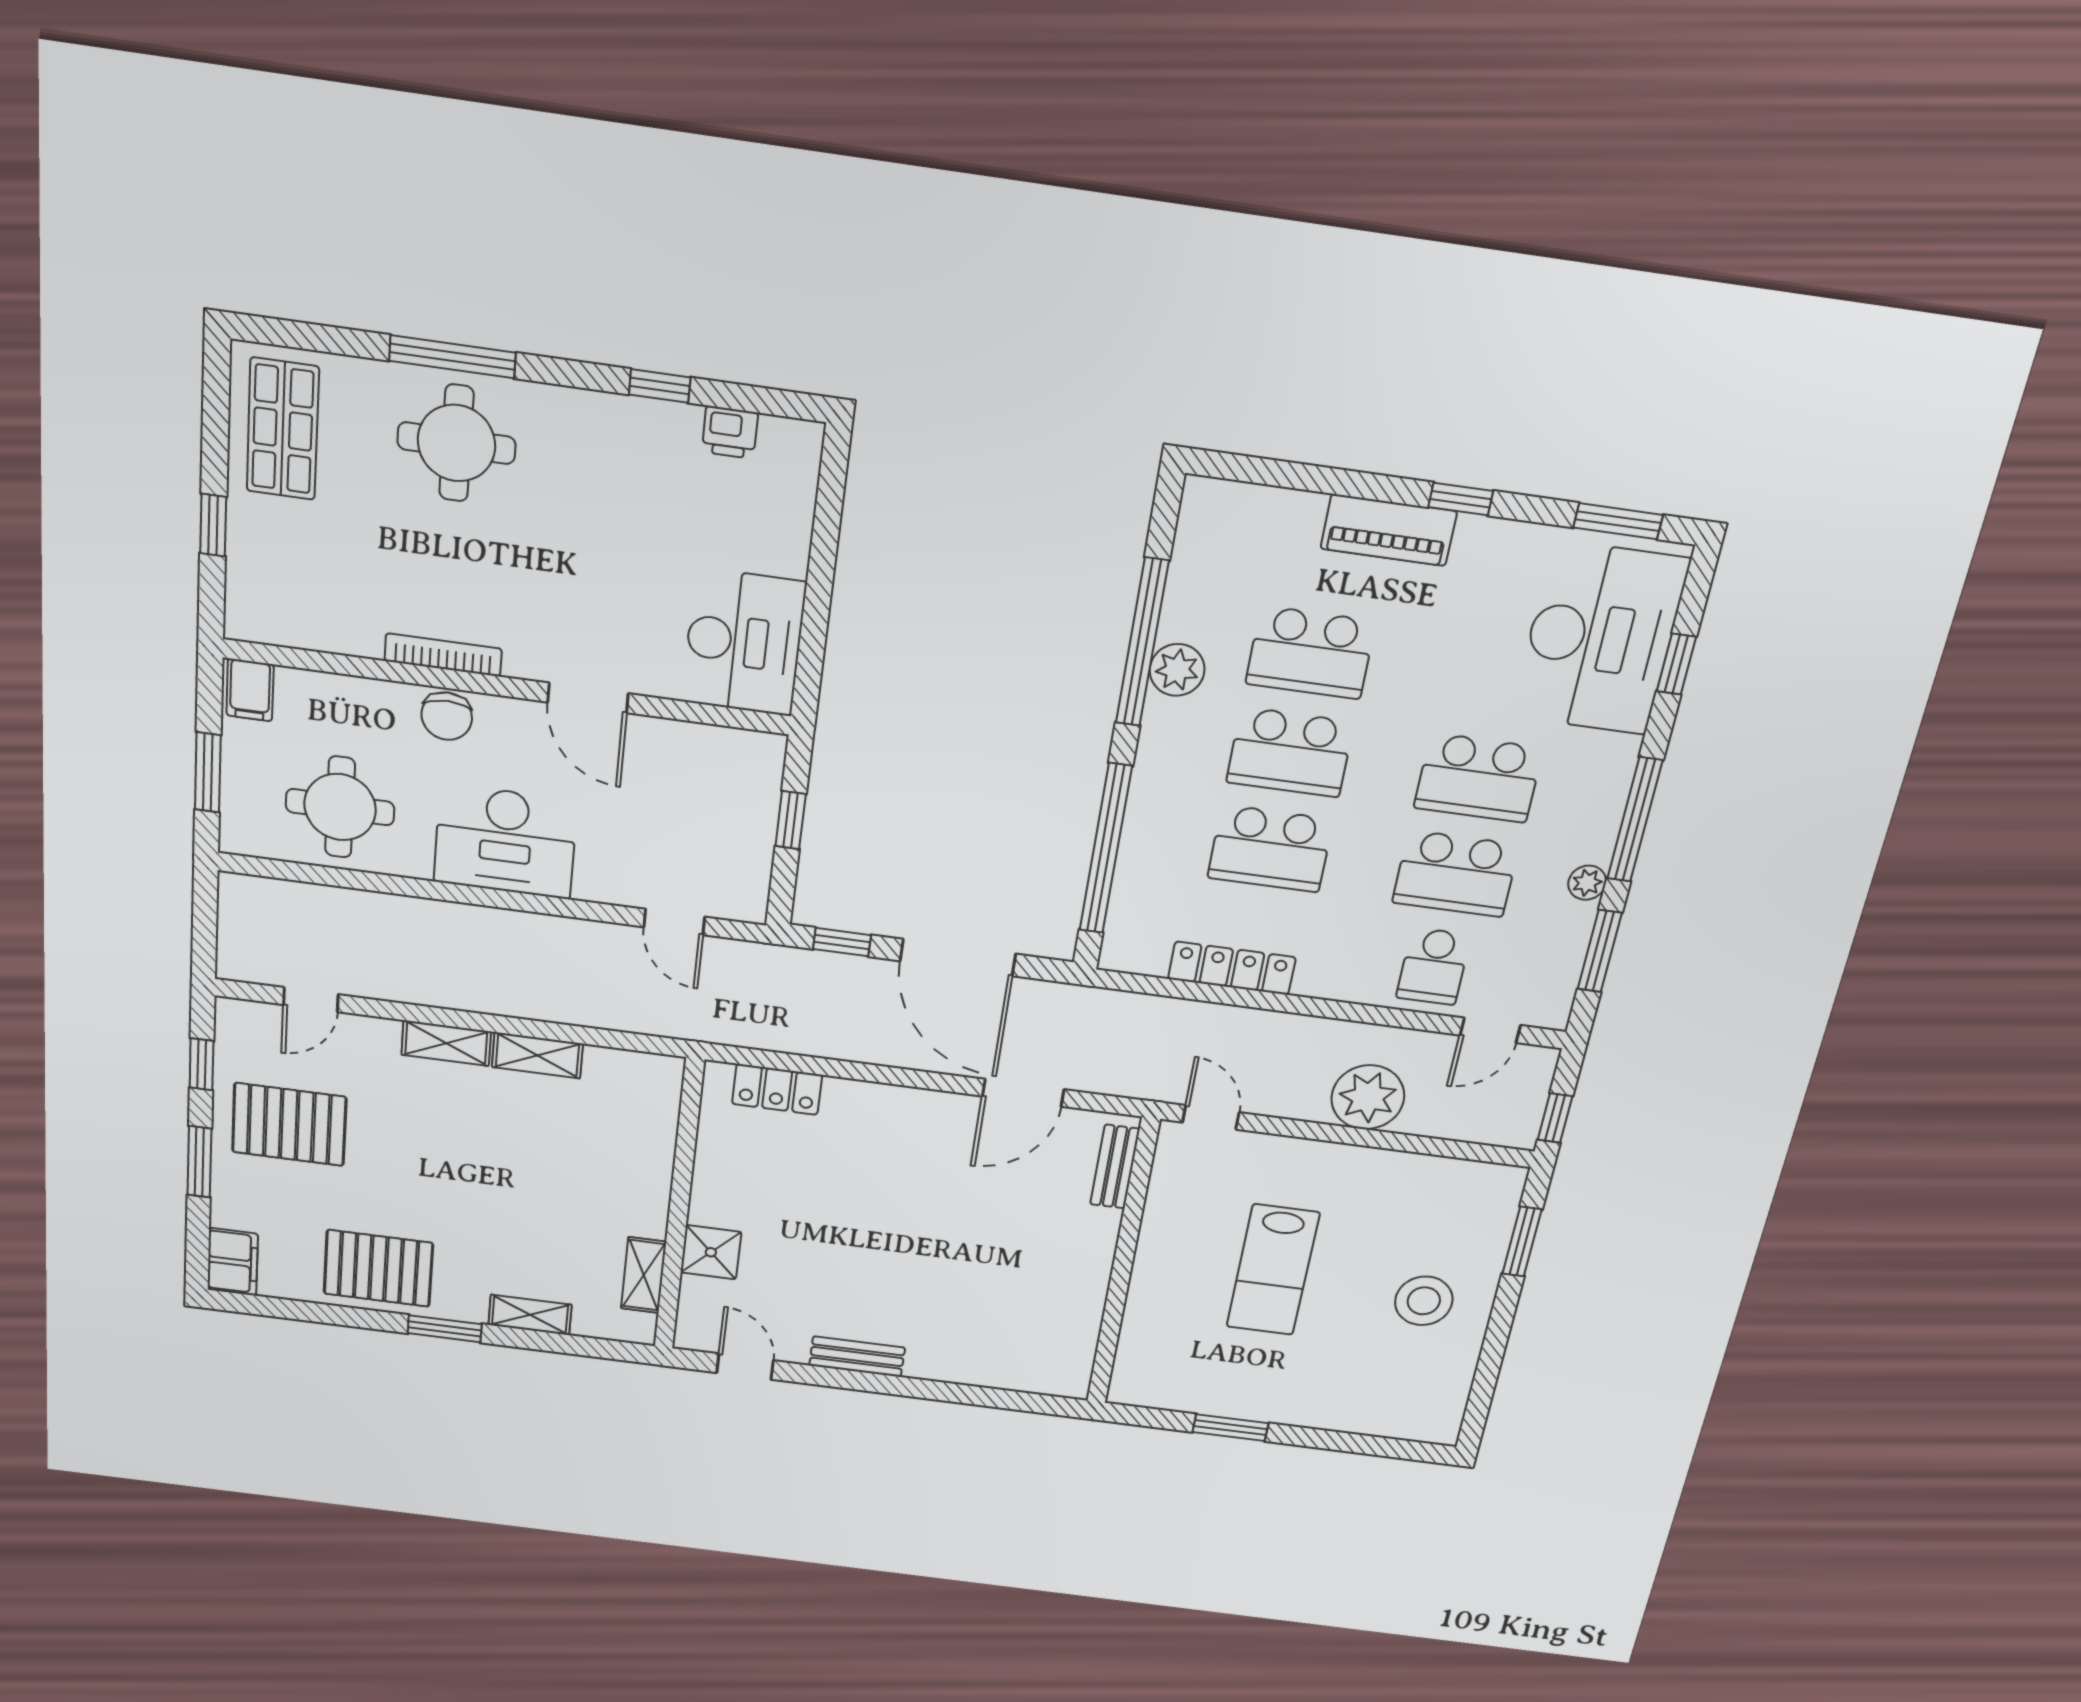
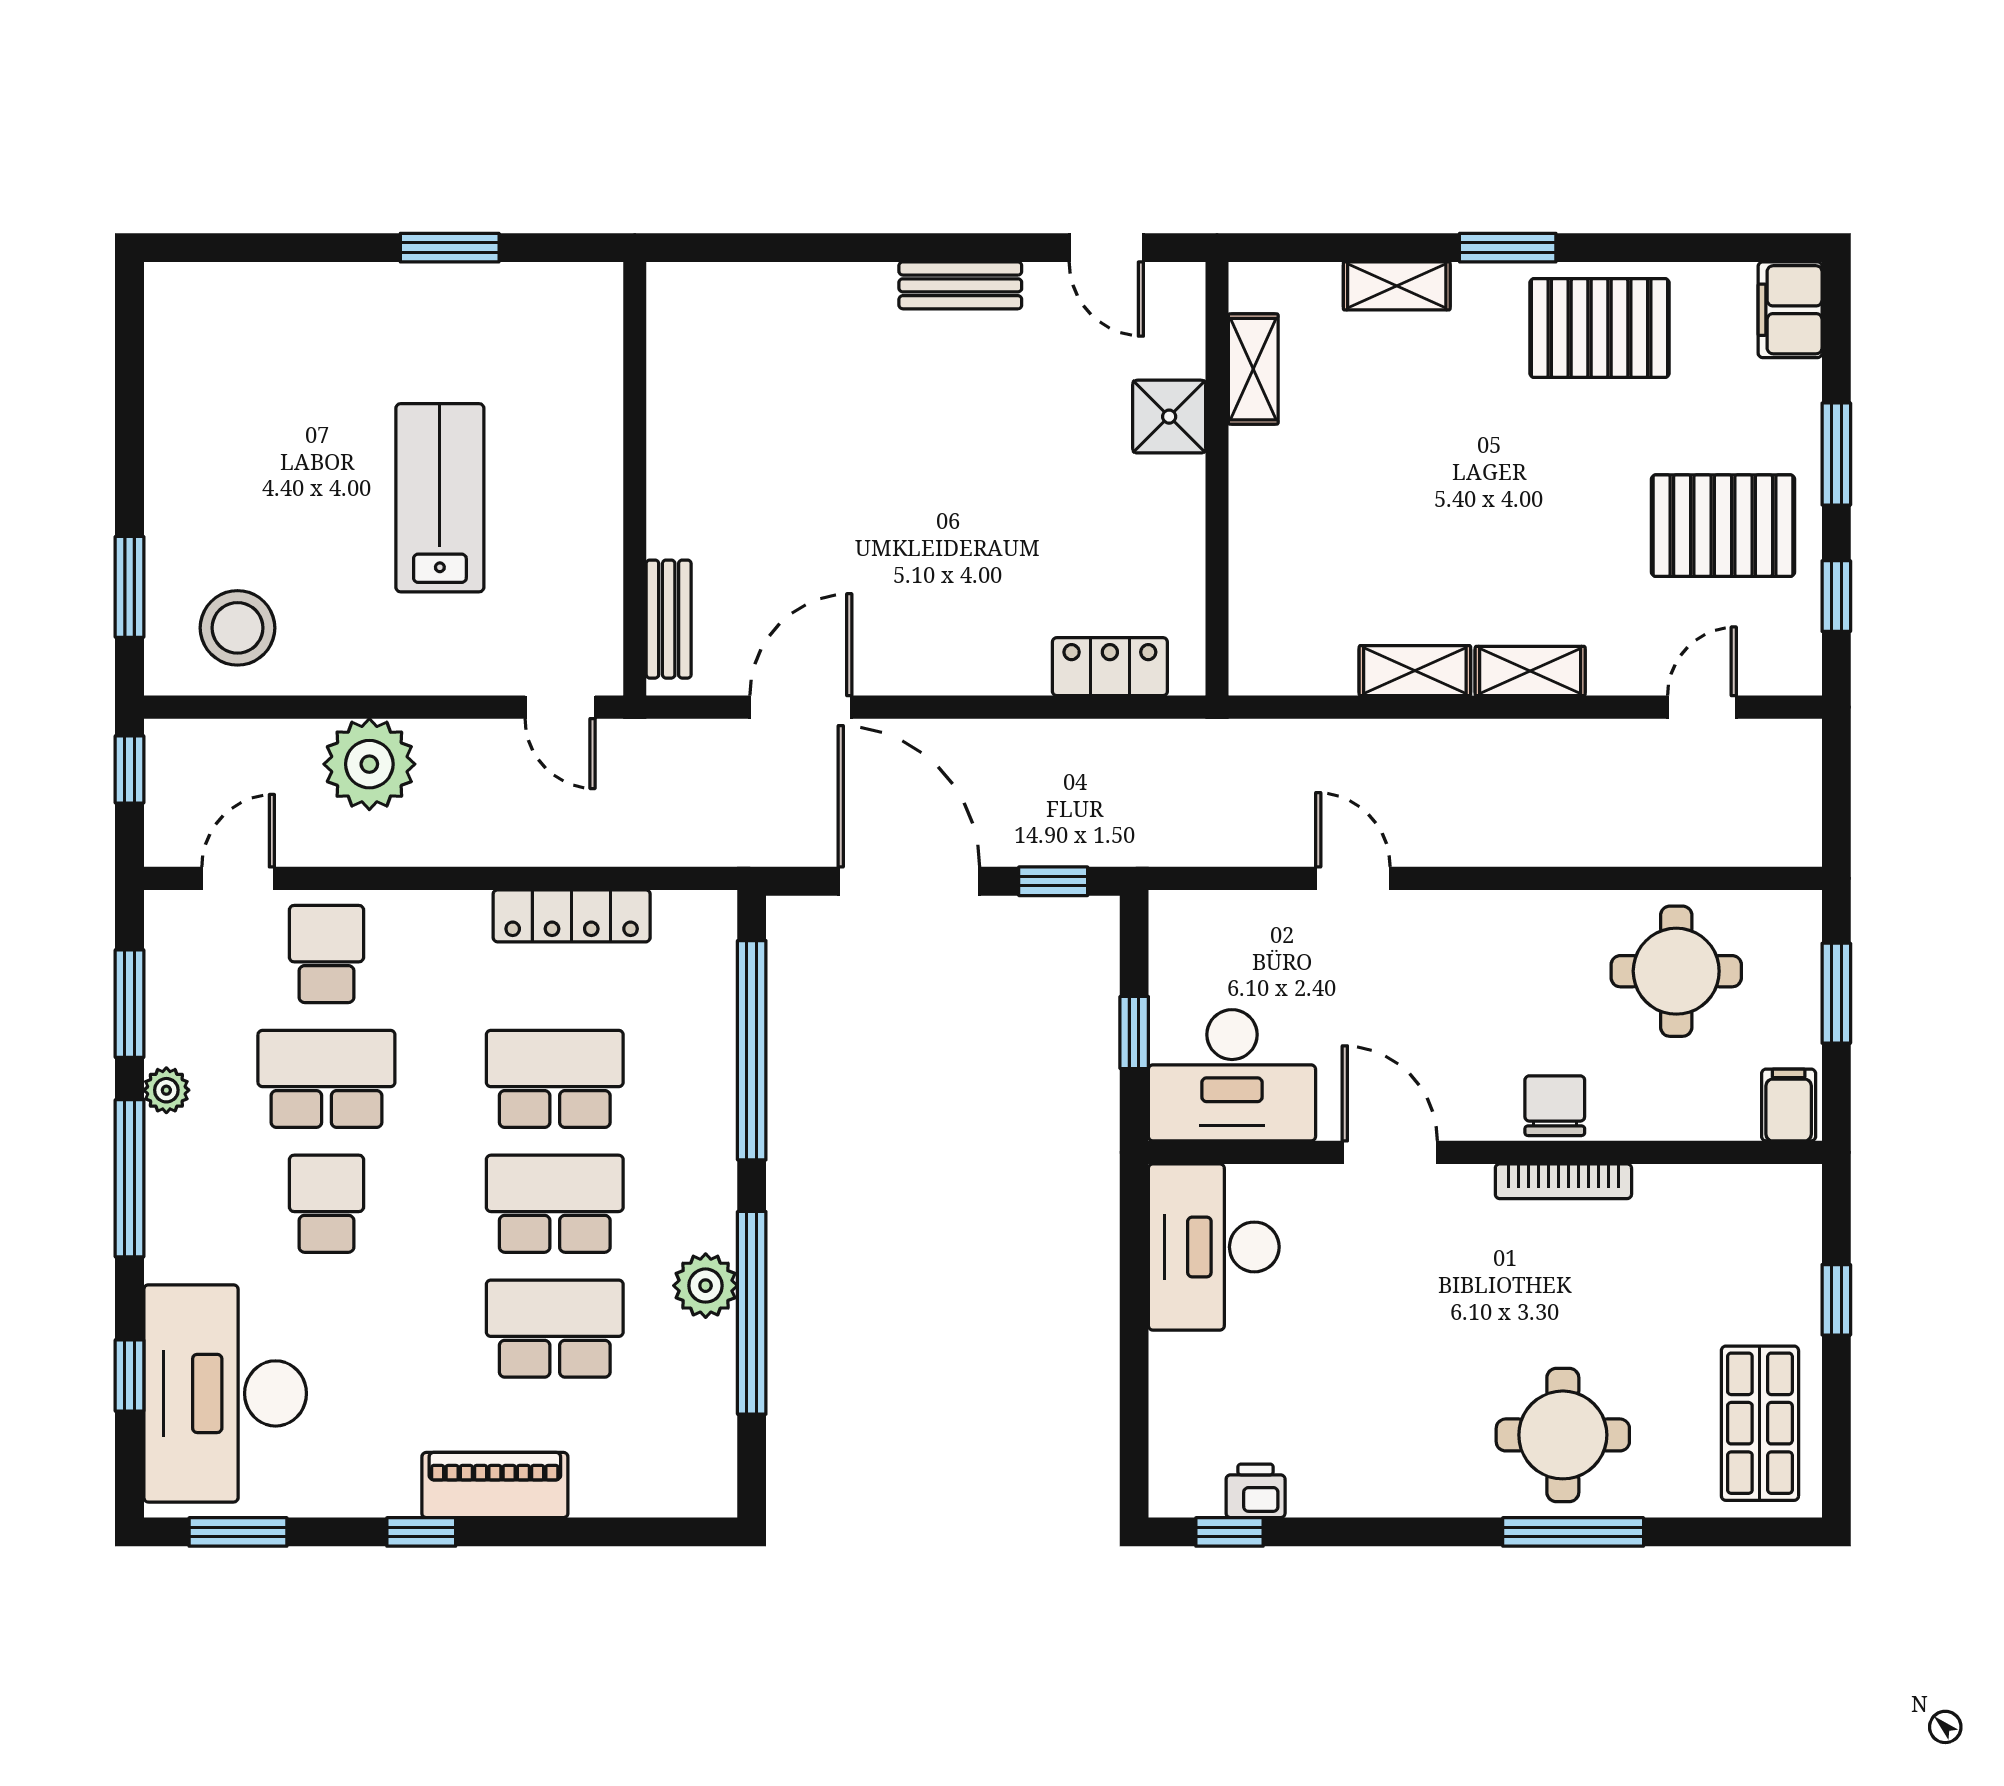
window: (660, 386) -> (1230, 1532), moved
school desk: (1478, 778) -> (326, 1204), width x0.54
desk: (505, 841) -> (1232, 1075), moved, turned 180
door: (674, 922) -> (1353, 878), moved
stool: (1424, 1301) -> (237, 628), moved

